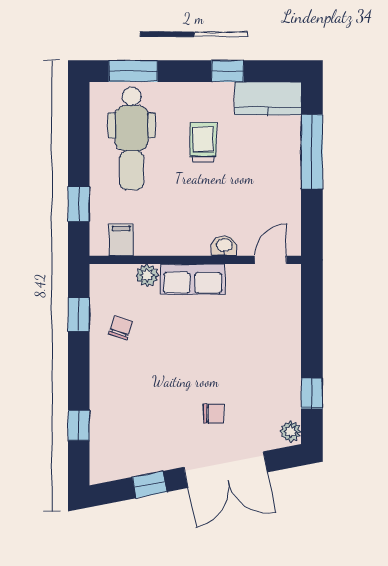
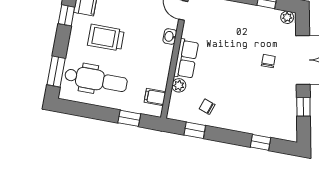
trolley: (203, 142) -> (106, 38), width x1.36, depth x1.39

